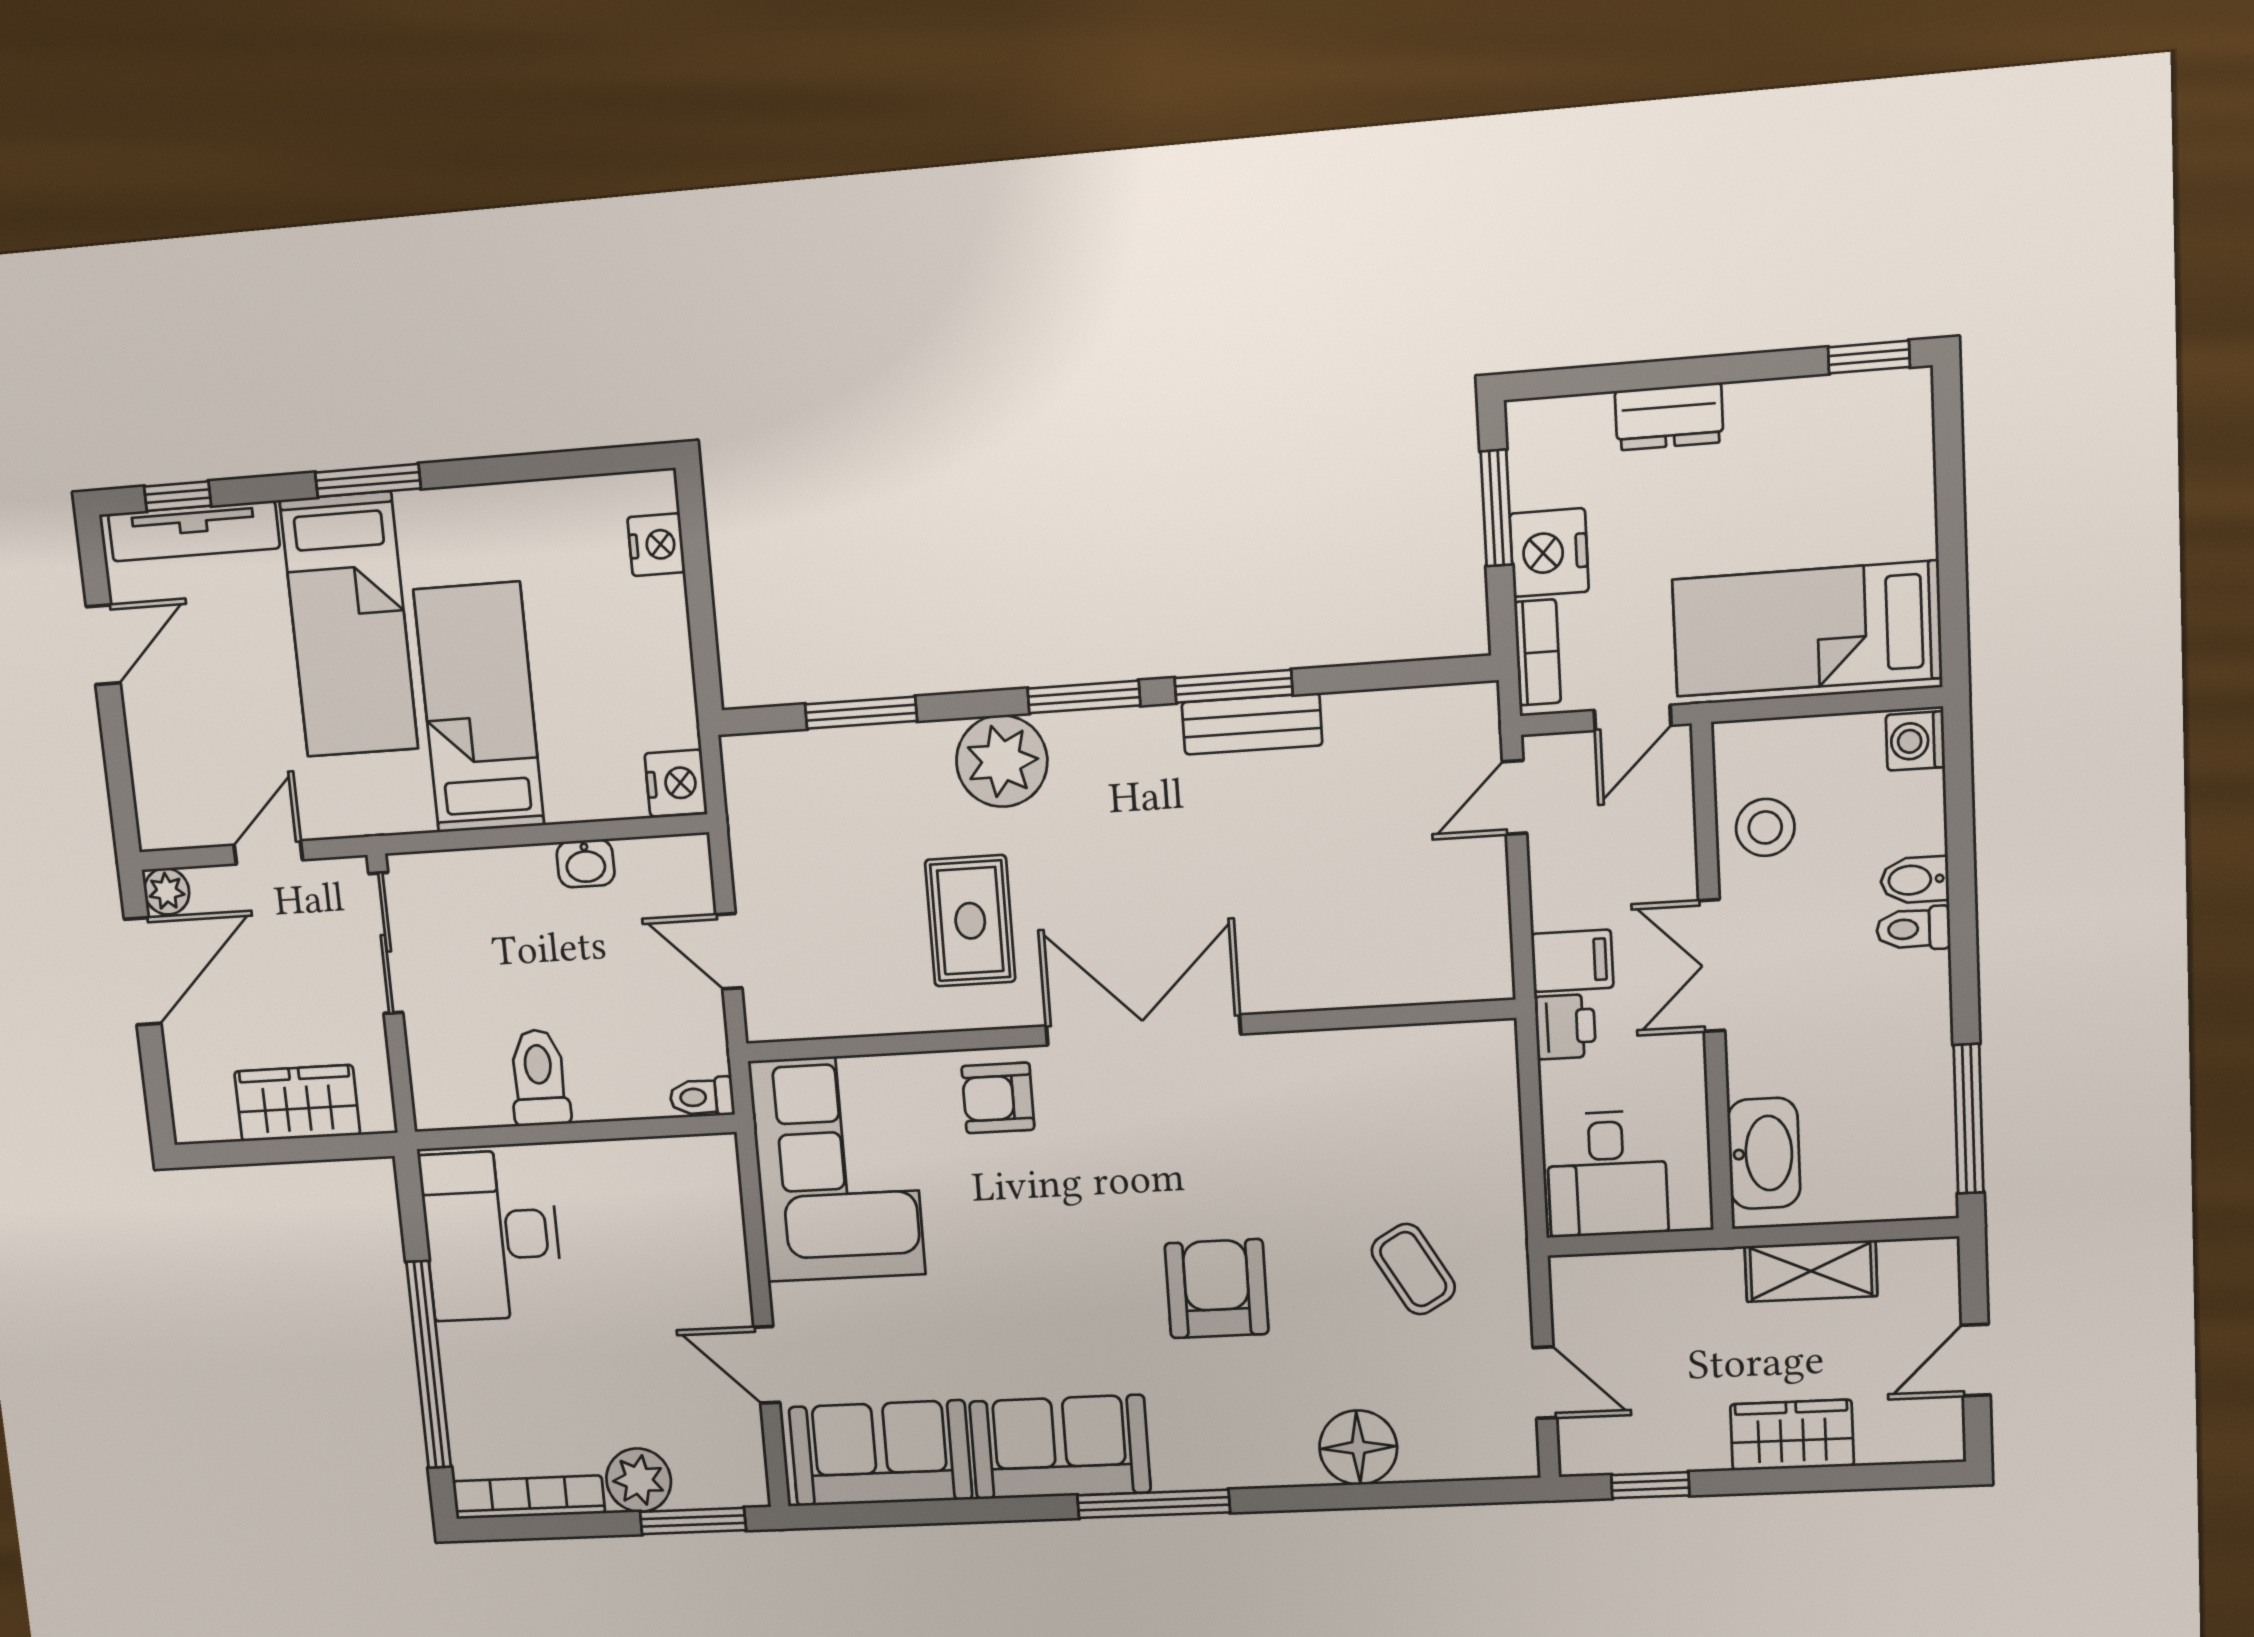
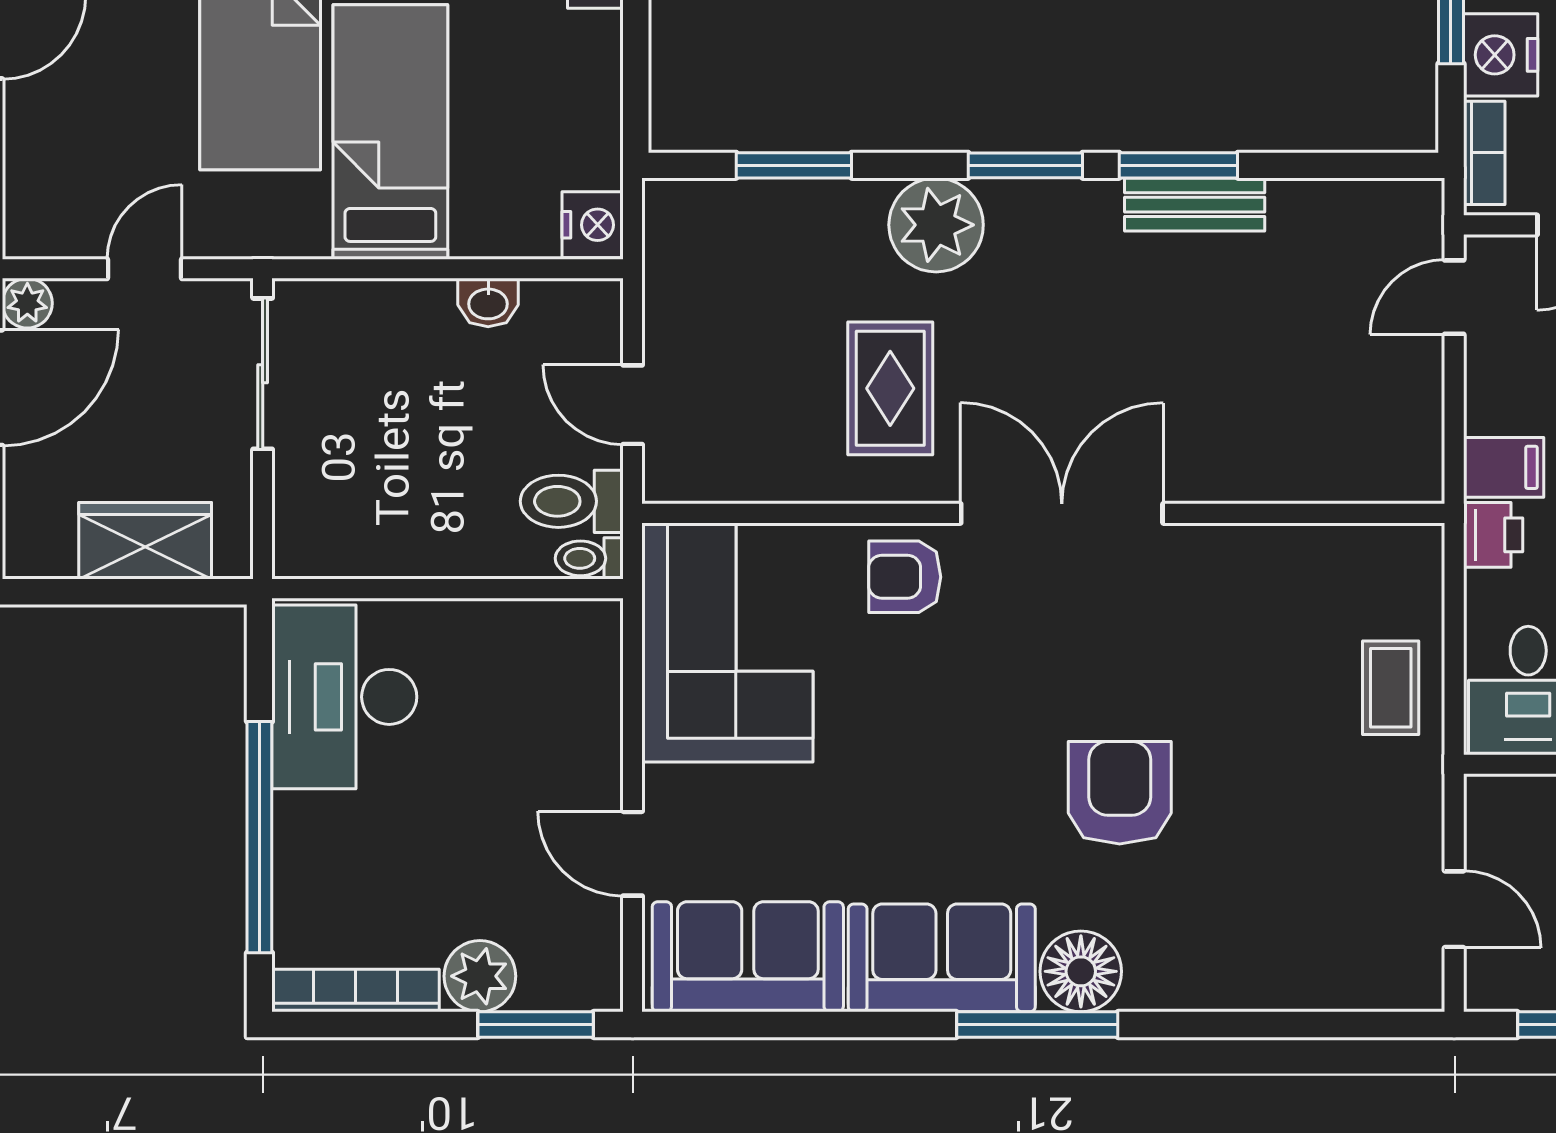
toilet: (539, 1078) -> (572, 501), moved, turned -90
coffee table: (1413, 1269) -> (1391, 688), moved, turned 30
floor lamp: (1358, 1448) -> (1081, 971), moved

